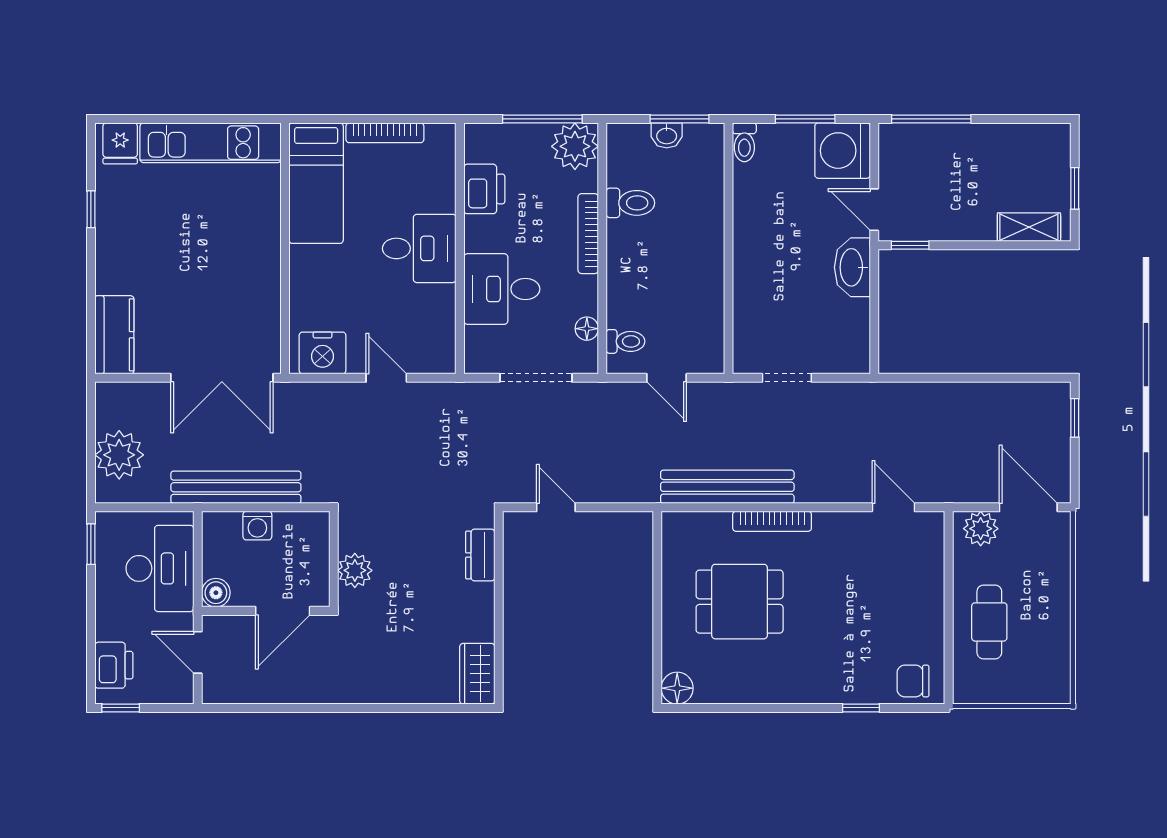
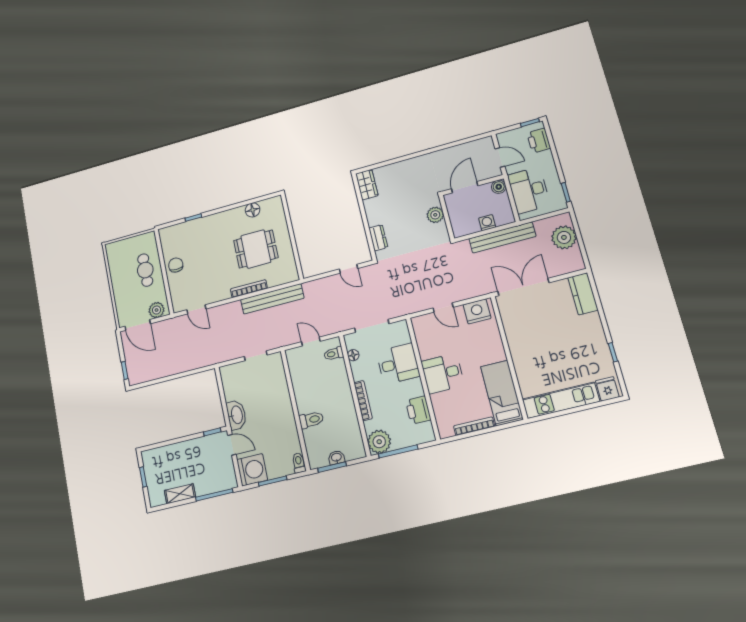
toilet: (630, 203) -> (311, 420), moved, turned 180
shelving: (1029, 227) -> (180, 494), moved
chair: (913, 681) -> (176, 265), moved, turned -90
floor lamp: (677, 688) -> (253, 210), moved

